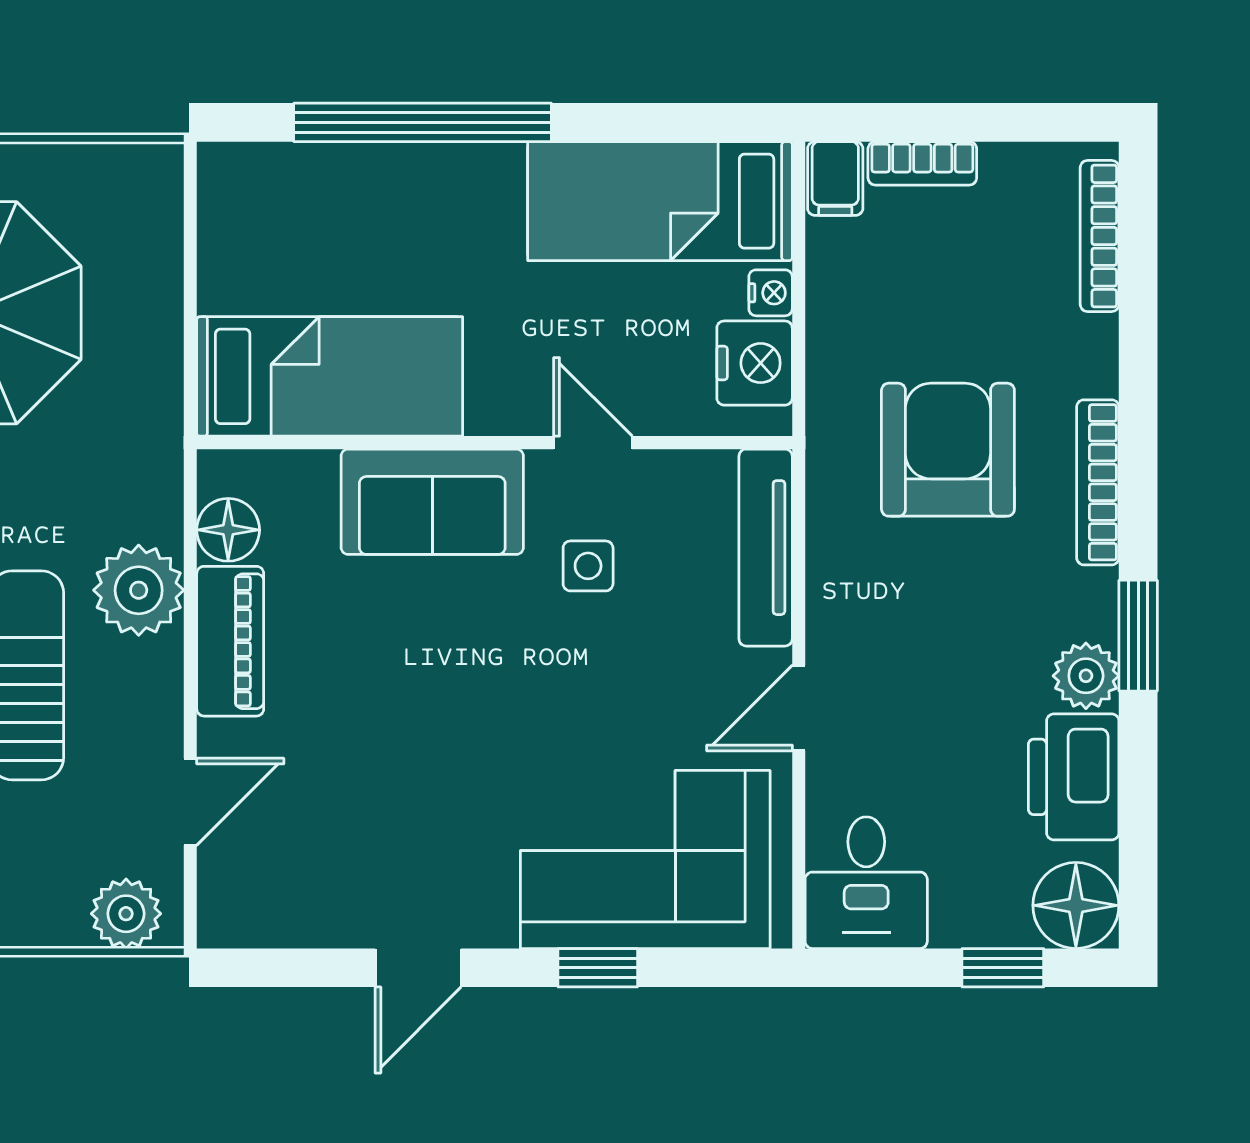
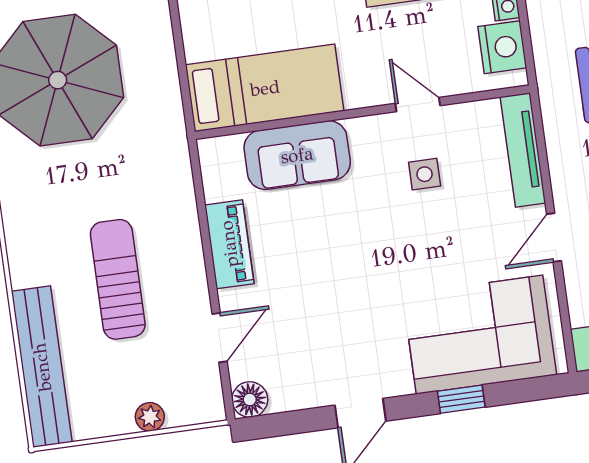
sofa: (432, 502) -> (297, 155), moved
floor lamp: (228, 530) -> (250, 399), moved
plant: (139, 590) -> (174, 223), removed
plant: (126, 914) -> (150, 417), moved, width x0.73, depth x0.73

